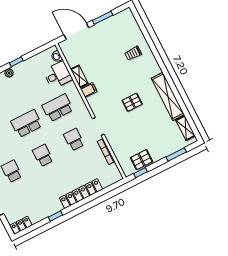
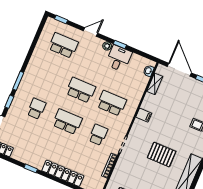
desk: (58, 75) -> (119, 58), moved, turned -90
shelving: (79, 76) -> (155, 84), moved
pallet: (132, 102) -> (162, 155), width x1.50, depth x1.42
school desk: (43, 155) -> (67, 122), width x1.85

